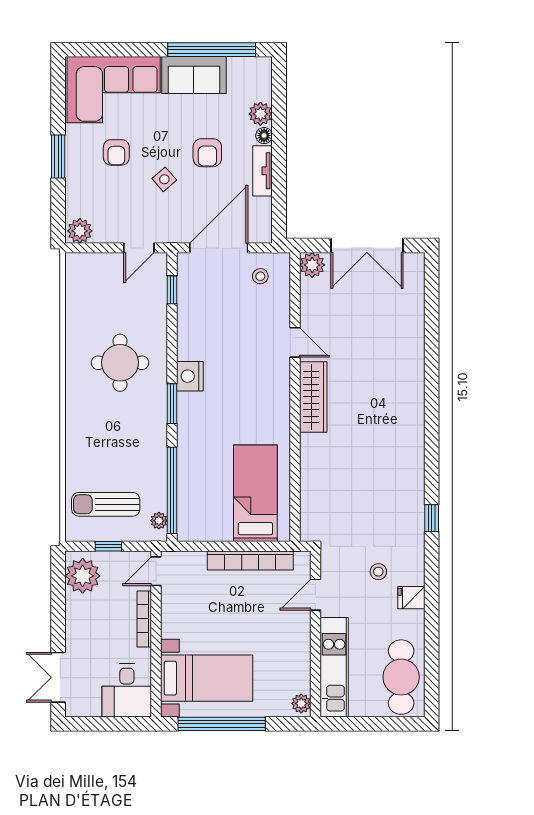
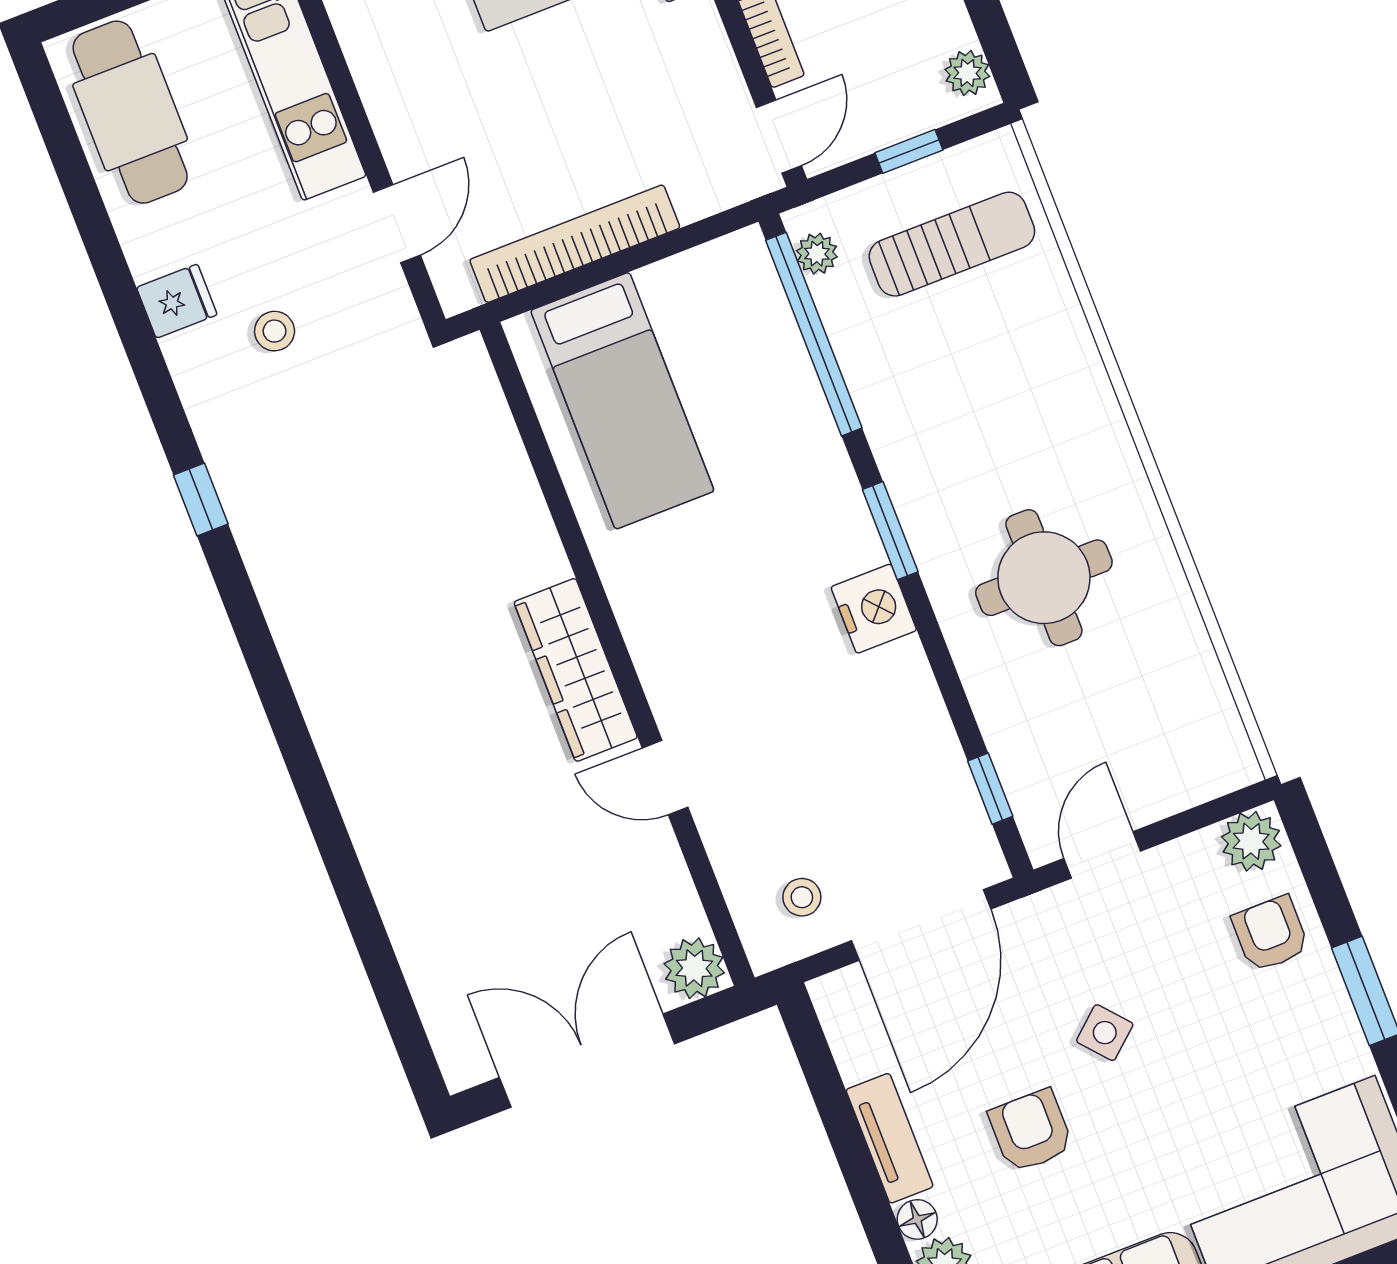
armchair: (116, 152) -> (1270, 934), moved
plant: (83, 576) -> (967, 73), width x0.53, depth x0.53

